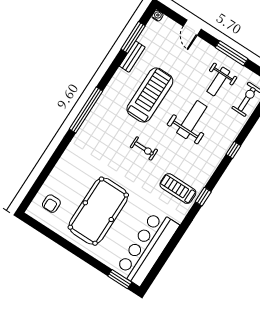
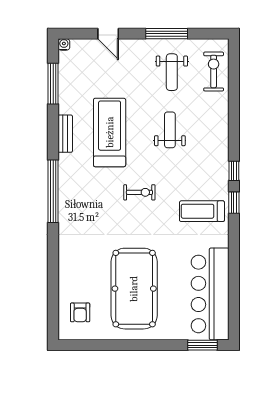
bench: (132, 57) -> (65, 134), moved
weight bench: (192, 120) -> (170, 130), width x0.73, depth x0.75
window: (233, 150) -> (234, 171), moved

